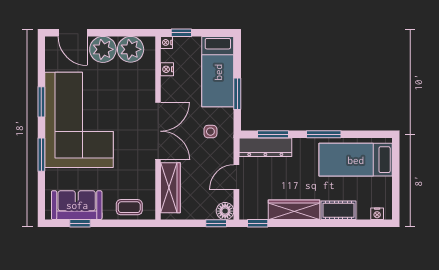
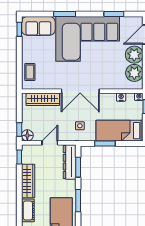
window: (41, 102) -> (114, 14), moved
door: (236, 177) -> (50, 143), hinge flipped
sofa: (77, 205) -> (38, 26), moved, turned 90
window: (80, 223) -> (19, 29), moved

